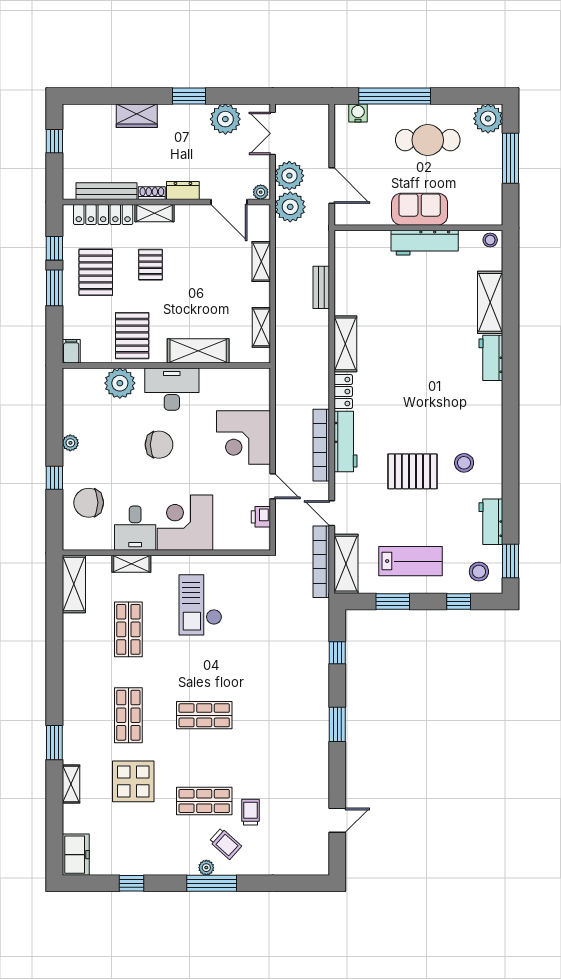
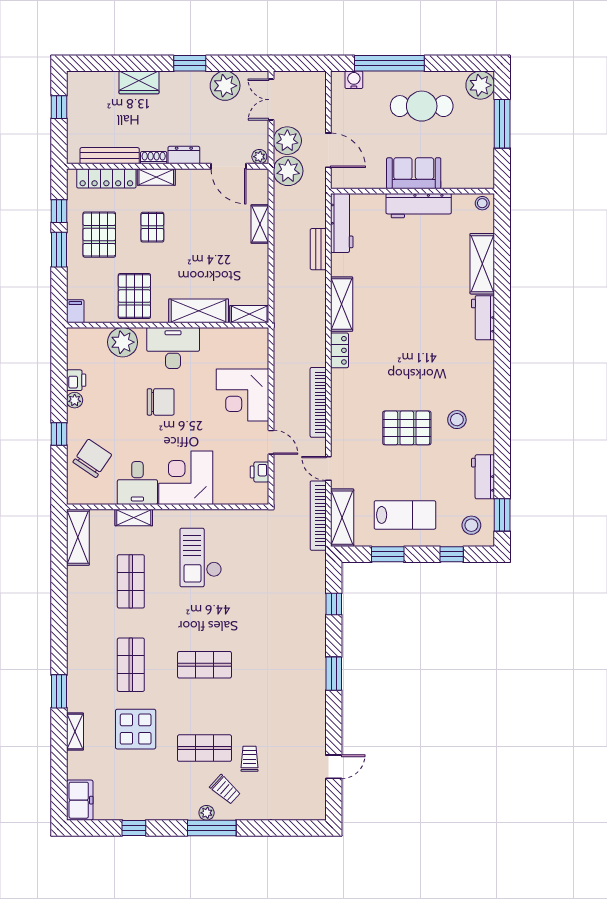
shelving: (261, 327) -> (249, 314), moved, turned 90
printer: (72, 422) -> (76, 380), added
workbench: (346, 442) -> (342, 223), moved
chair: (89, 503) -> (92, 458), turned 124

